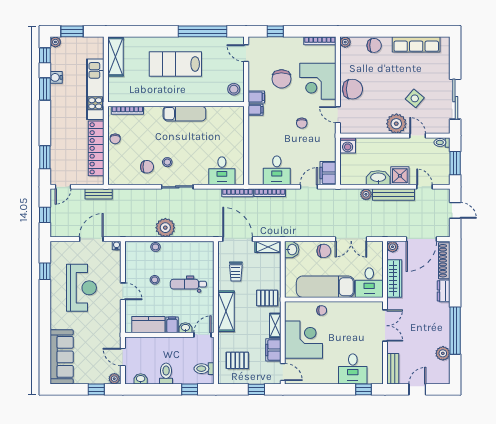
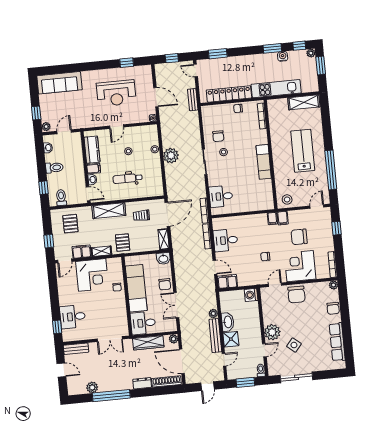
dental chair: (188, 284) -> (128, 178), turned -90

